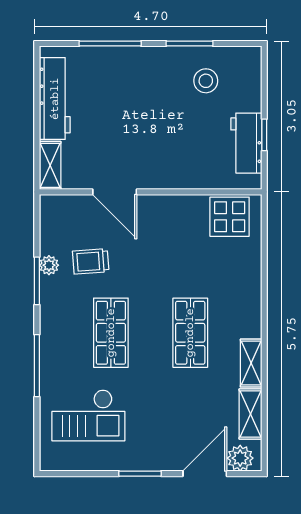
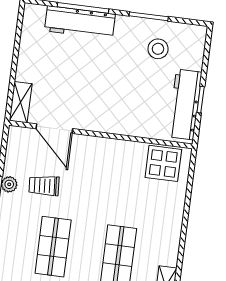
workbench: (55, 99) -> (80, 23), moved, turned 90
workbench: (246, 143) -> (185, 104), width x1.38
door: (115, 192) -> (54, 129), moved

